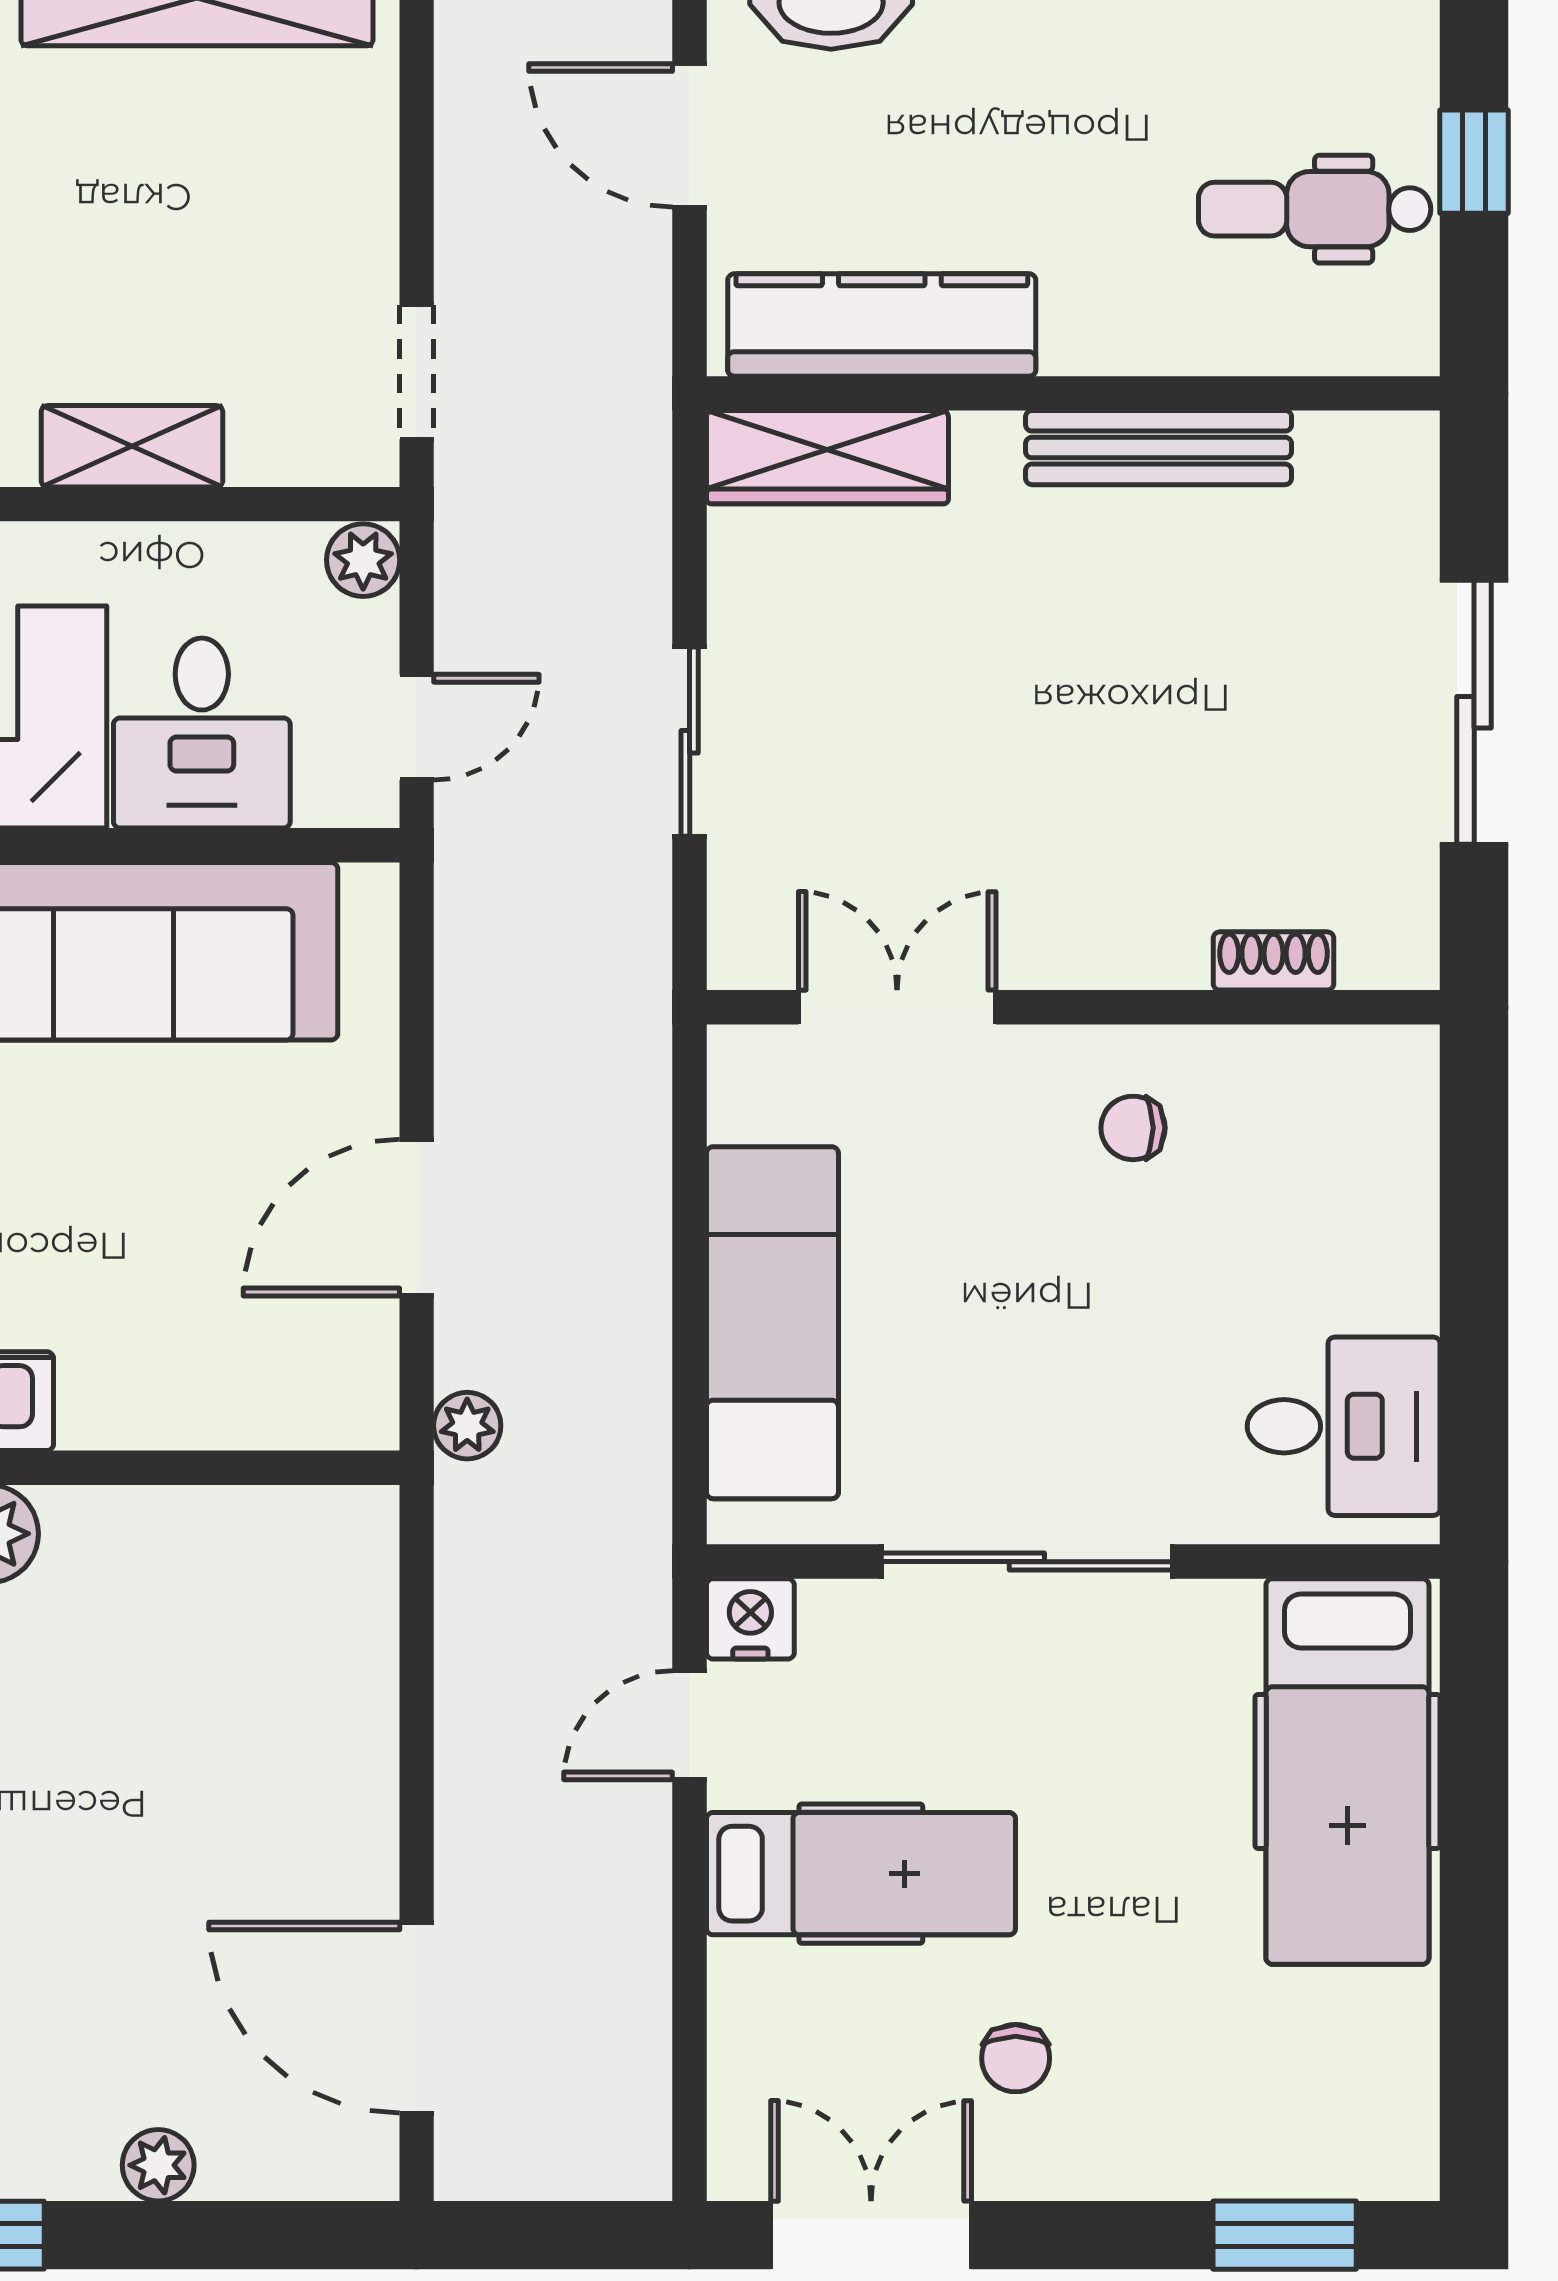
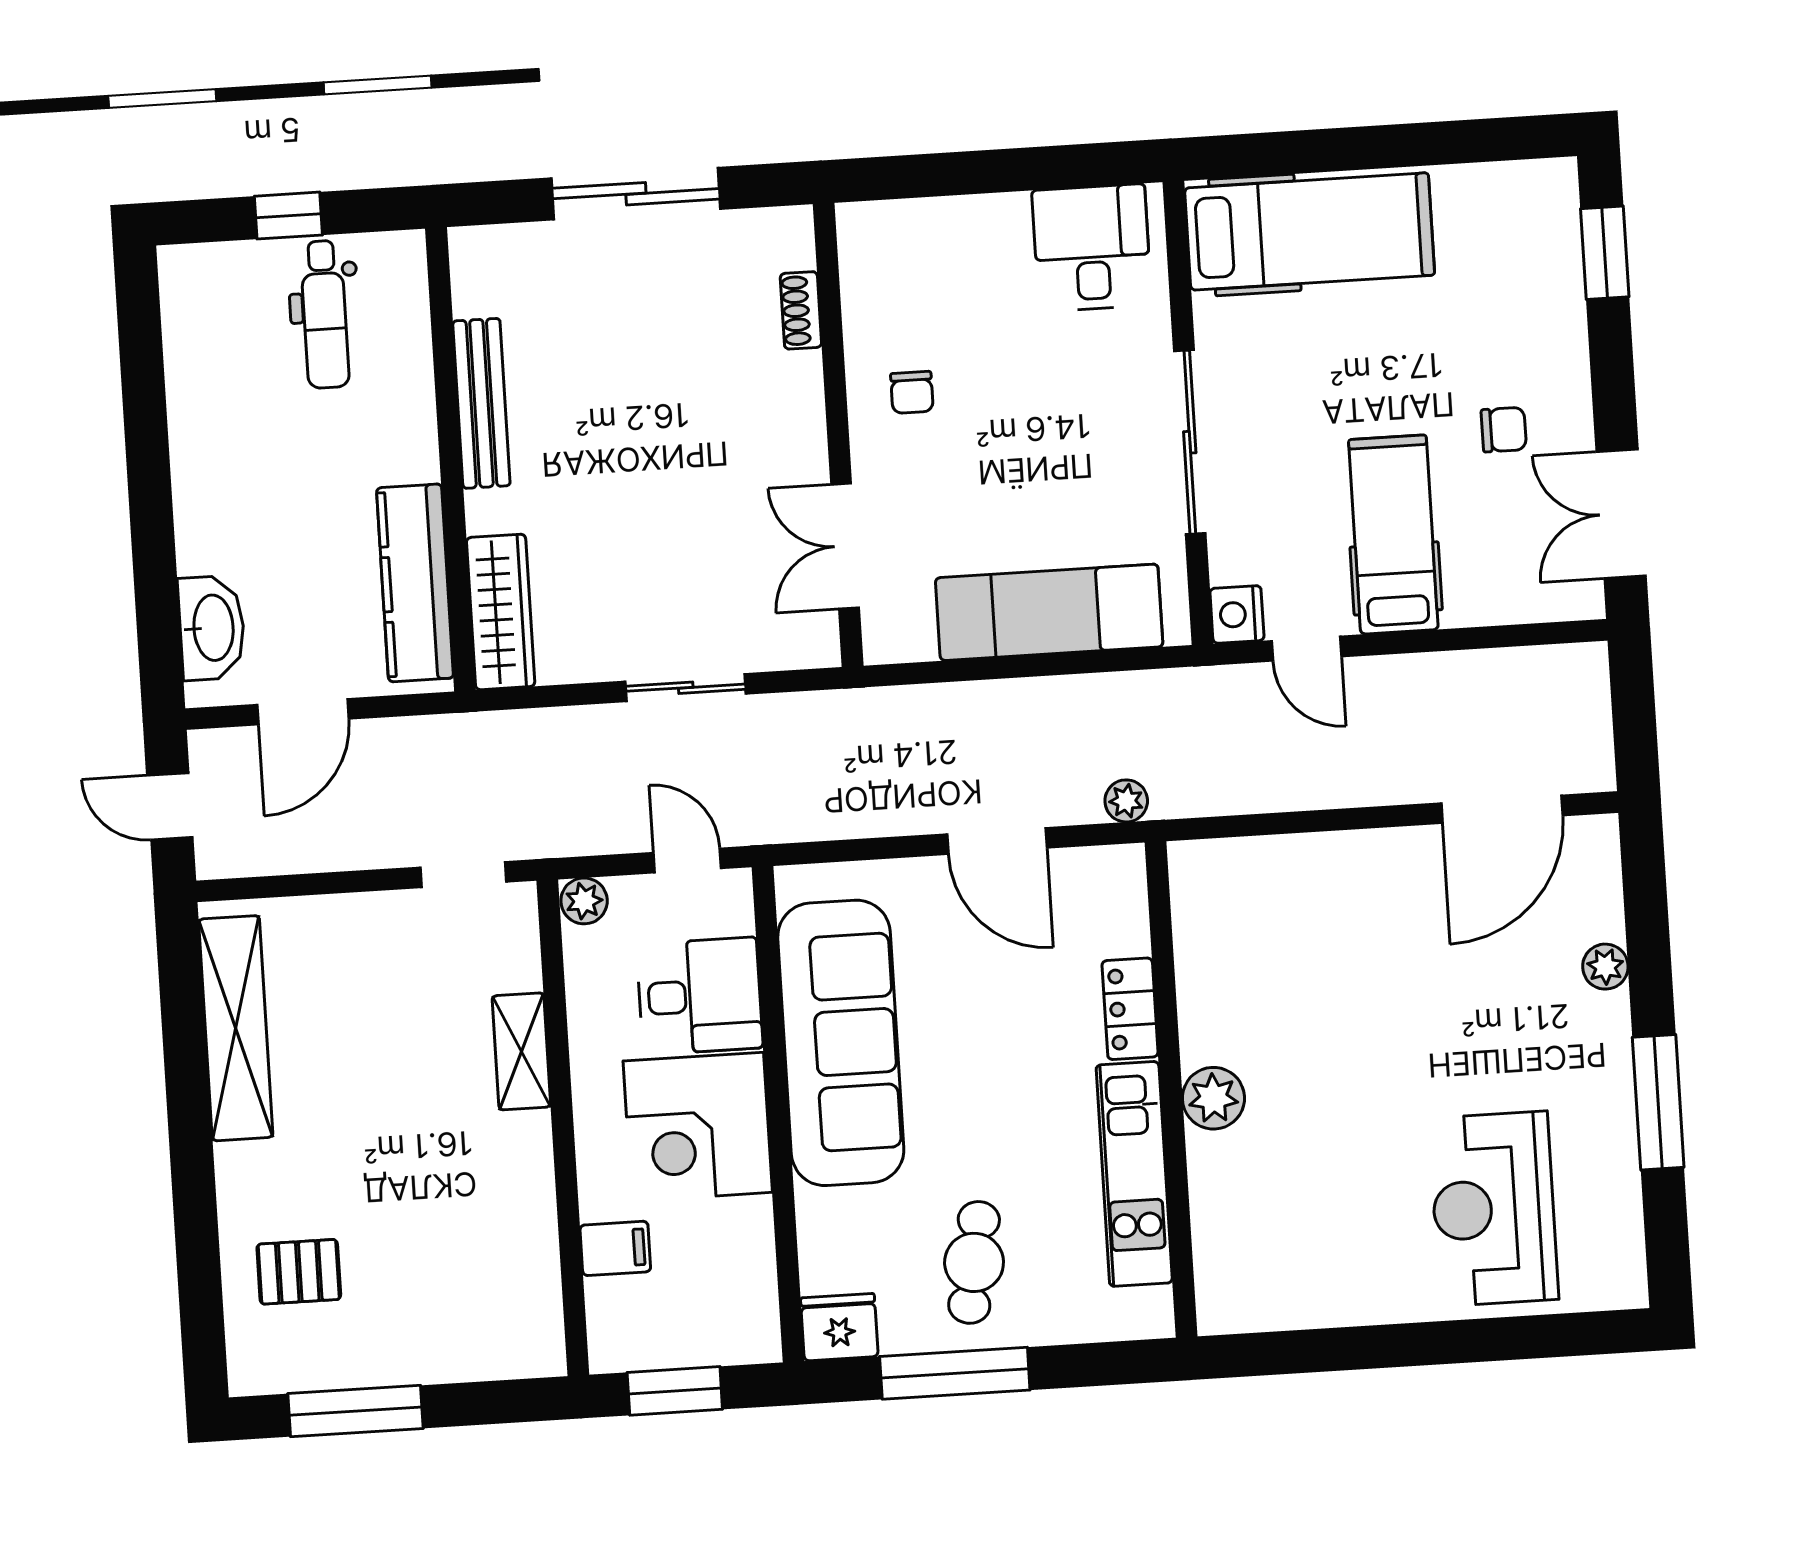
locker: (139, 1411) -> (1130, 1009), added

